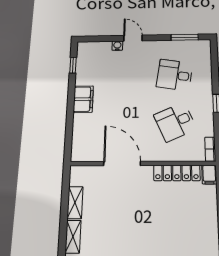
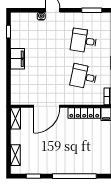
desk: (175, 122) -> (84, 77), turned 36
door: (122, 164) -> (47, 106), swing flipped
shelving: (75, 203) -> (15, 118), moved

